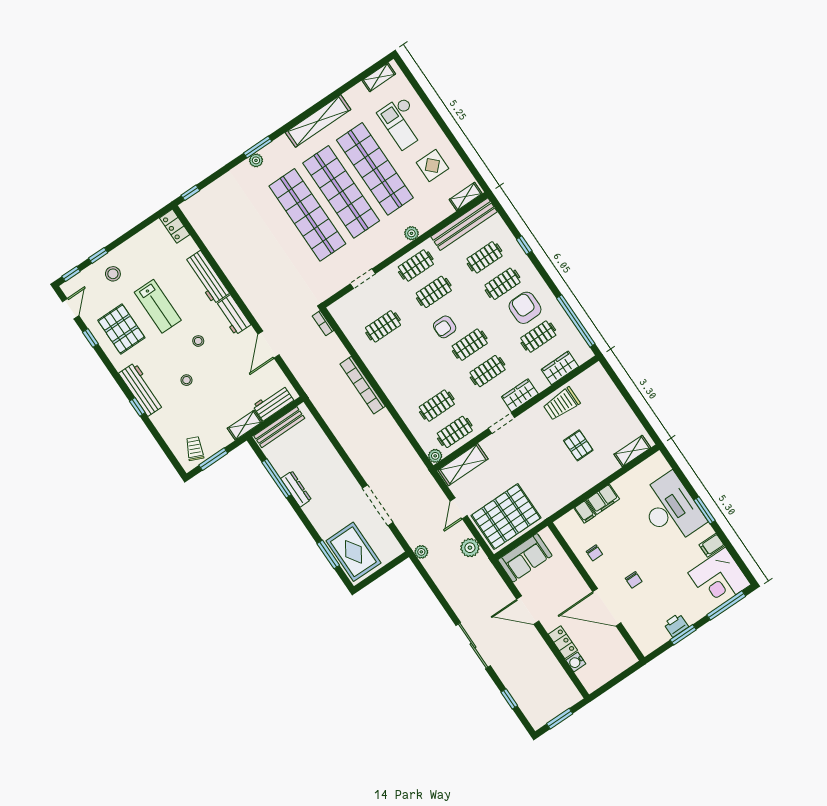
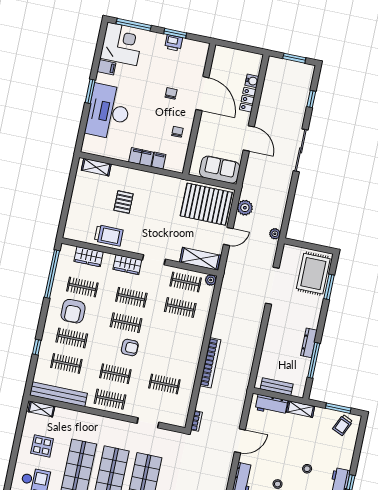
plant: (411, 233) -> (94, 420), removed
bench: (279, 427) -> (277, 387), width x0.73

